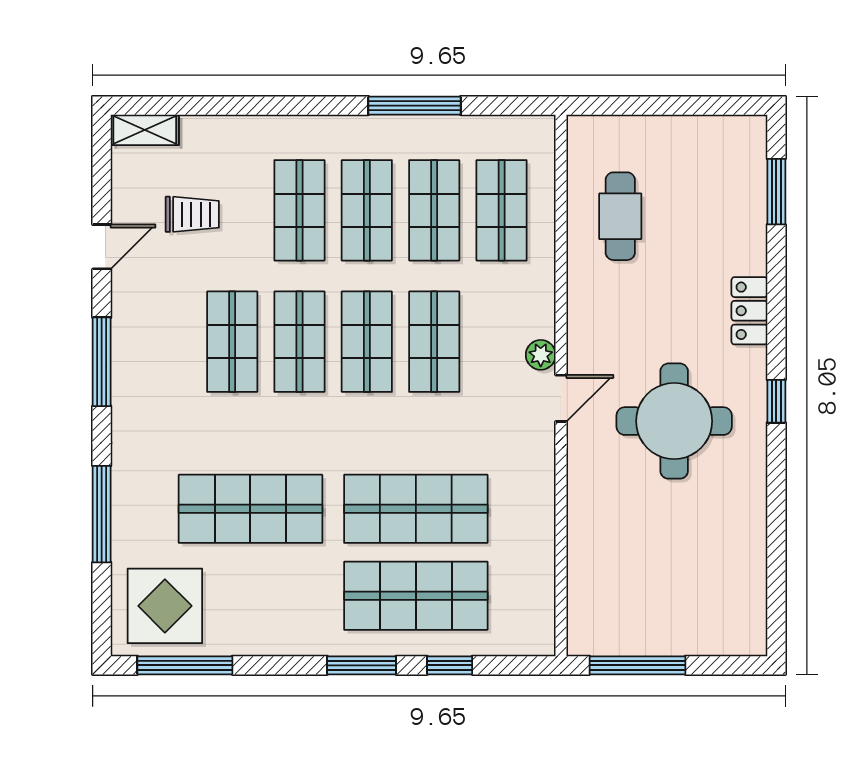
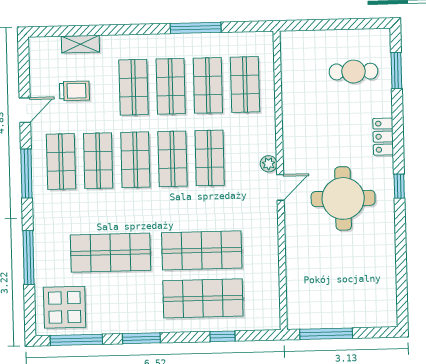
shelving: (145, 130) -> (80, 44), moved
cafe table: (620, 216) -> (353, 72), moved, turned 90
shop shelf: (165, 342) -> (61, 162), added
window: (362, 665) -> (141, 338), moved

